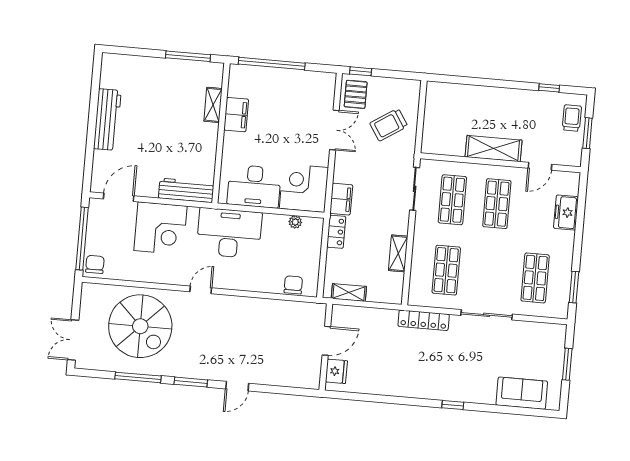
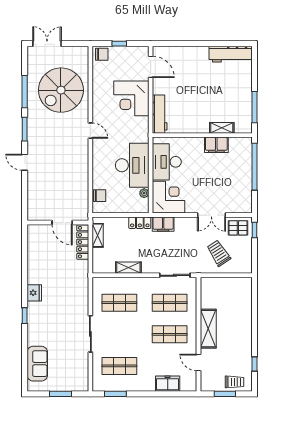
workbench: (107, 119) -> (231, 54), moved
desk: (229, 233) -> (132, 165), moved
window: (82, 239) -> (119, 44), width x0.32
locker: (424, 320) -> (83, 242), moved
fridge: (336, 371) -> (34, 293), moved, turned -90

